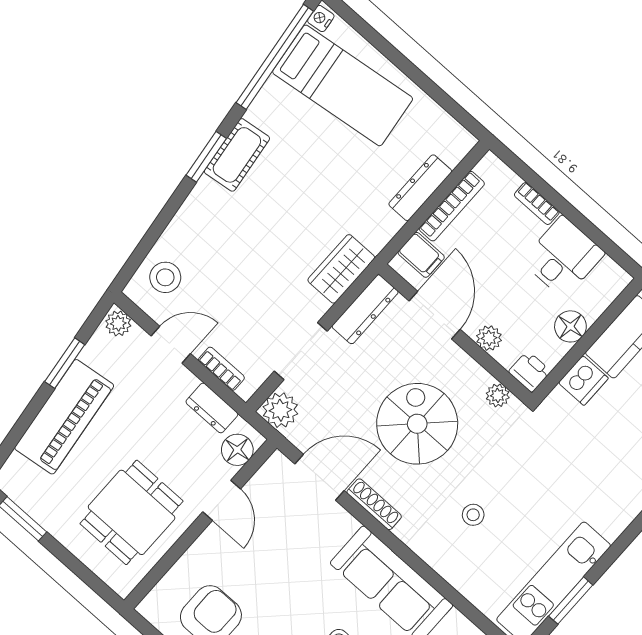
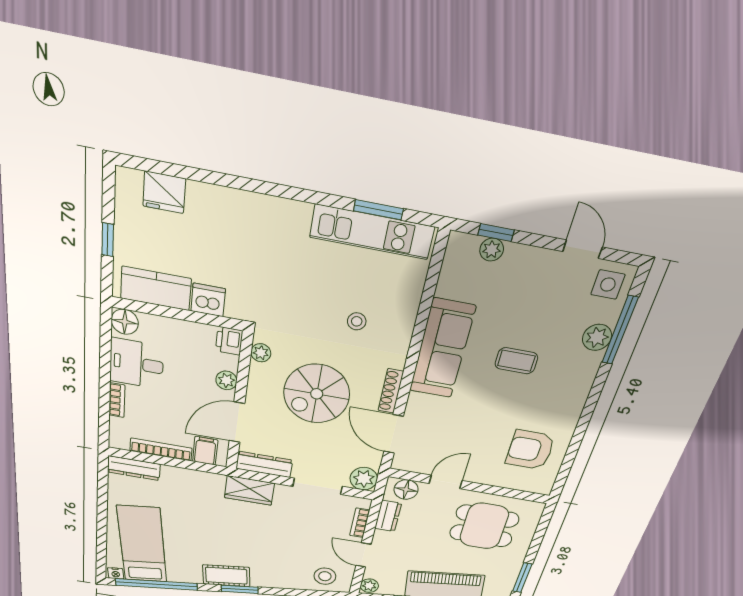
dresser: (420, 188) -> (134, 468), moved
floor lamp: (570, 326) -> (125, 322), moved

